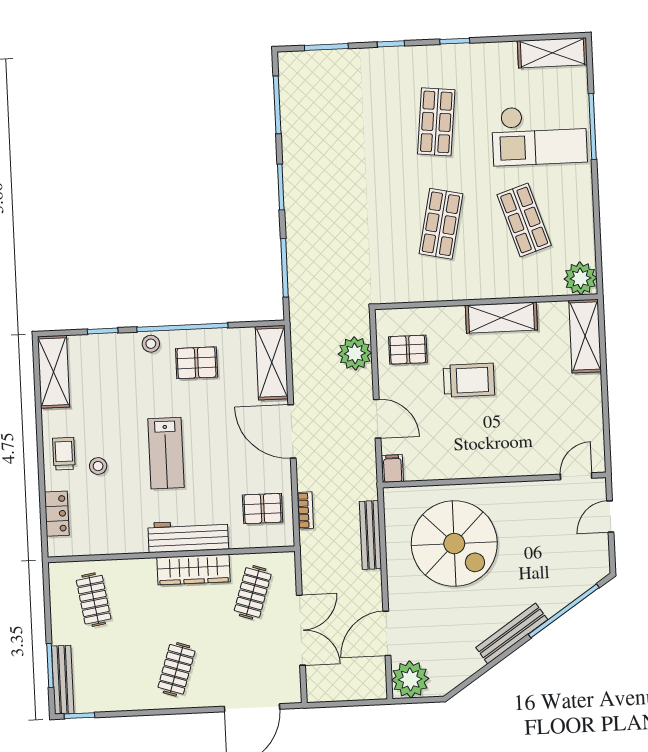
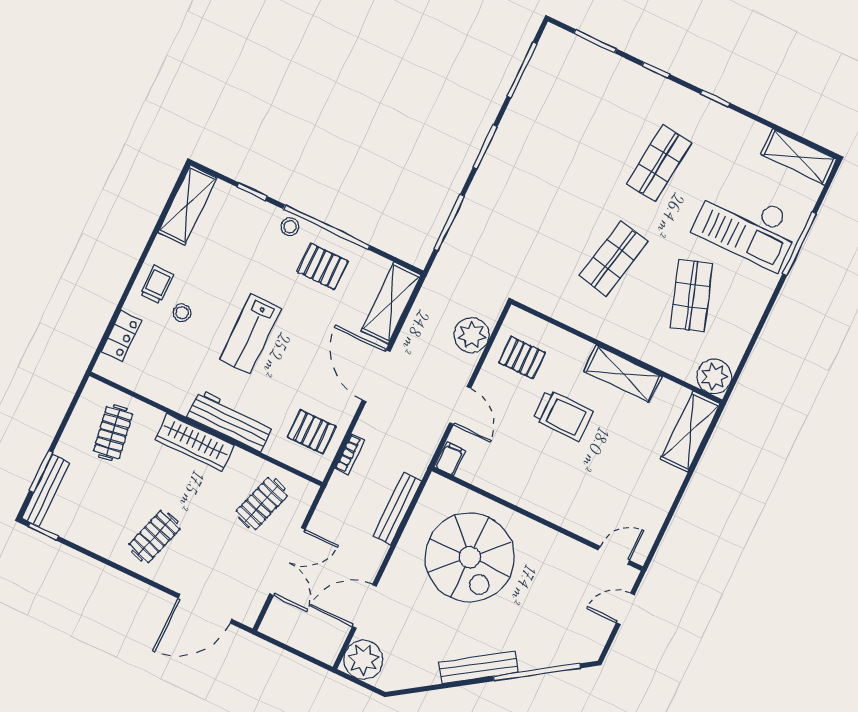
wardrobe: (194, 570) -> (195, 442), moved

